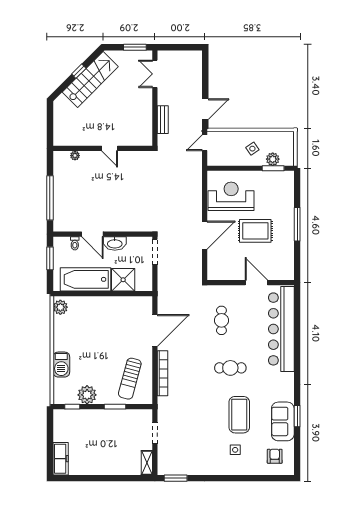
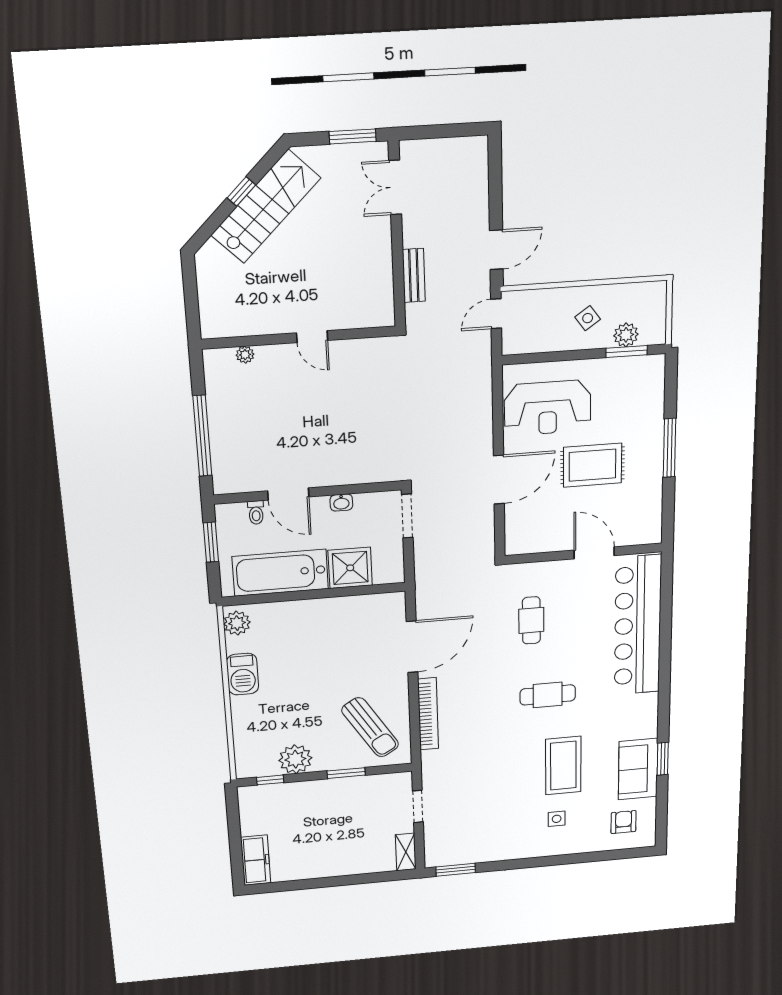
reception desk: (231, 196) -> (548, 408), turned 180
washbasin: (115, 243) -> (341, 503), width x0.52, depth x0.69
barbecue: (61, 365) -> (243, 674), moved
sun lounger: (130, 379) -> (370, 727), turned -47

